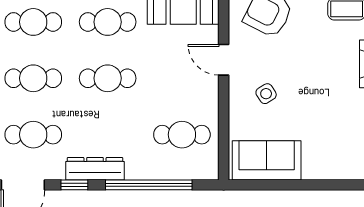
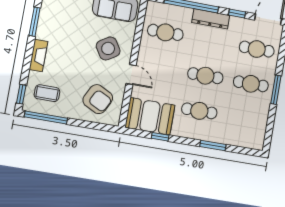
cafe table: (33, 22) -> (245, 119), removed
side table: (266, 94) -> (108, 48), width x1.87, depth x1.87
dresser: (95, 169) -> (211, 19), moved

